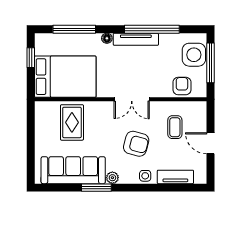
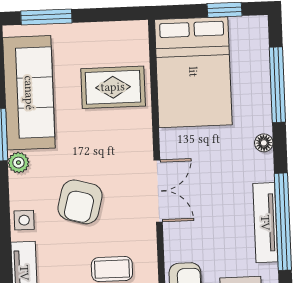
tv unit: (136, 39) -> (265, 223), moved
double door: (132, 99) -> (158, 191), swing flipped
window: (31, 159) -> (46, 17), added

